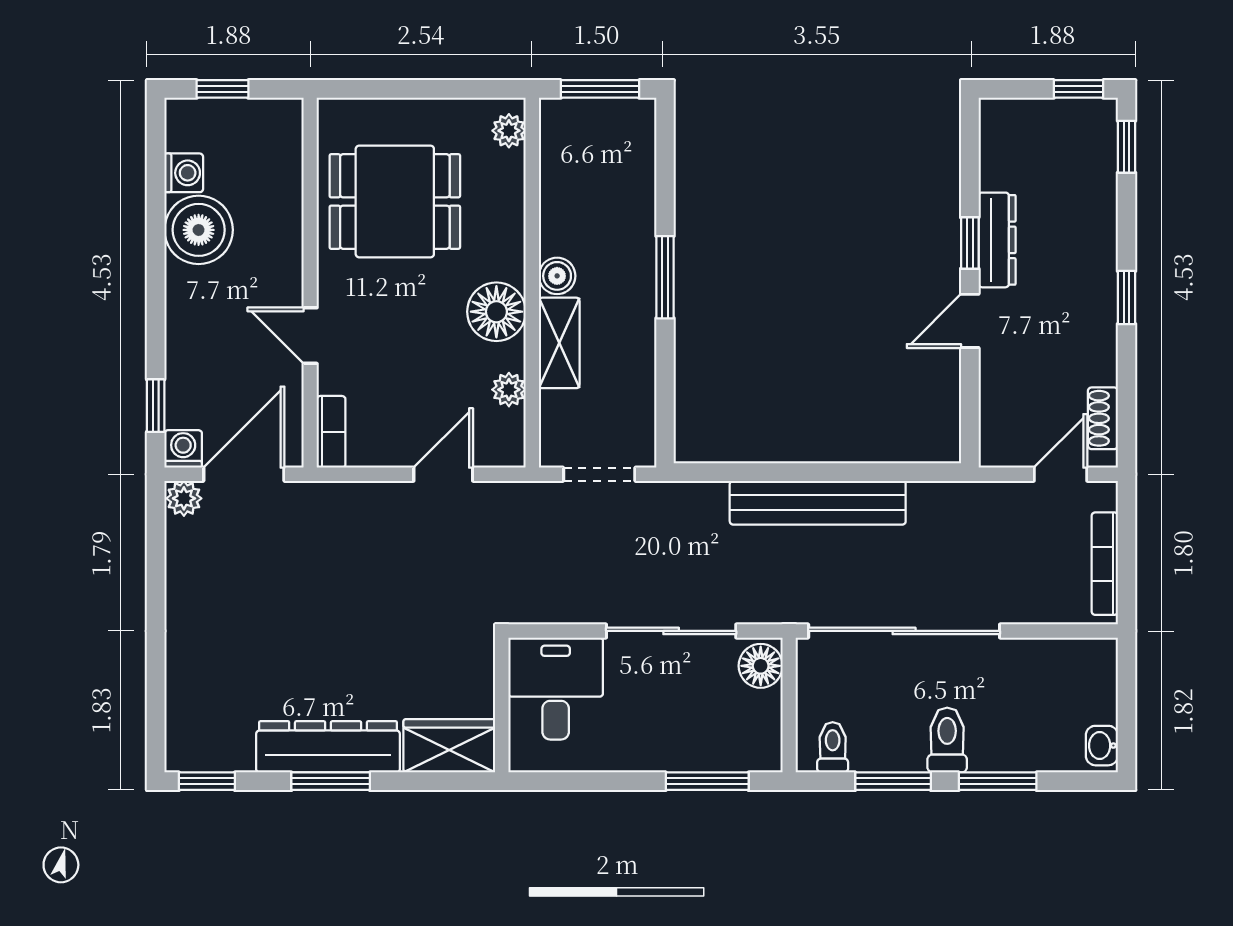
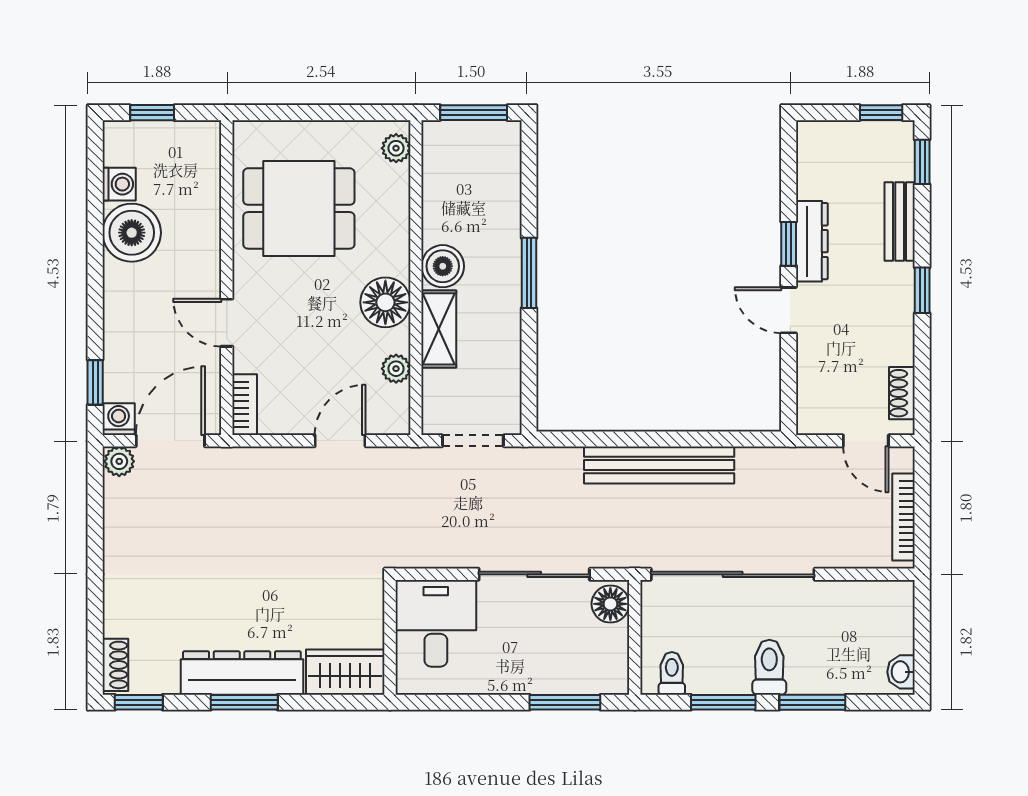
bench: (1100, 217) -> (900, 222), added
boiler: (557, 276) -> (443, 266), width x1.36, depth x1.36
door: (970, 321) -> (789, 310), hinge flipped
door: (1060, 474) -> (866, 441), swing flipped
shoe rack: (179, 737) -> (115, 665), added

